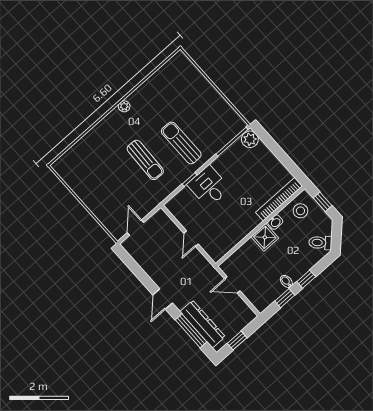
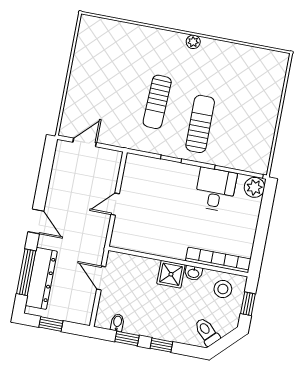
desk: (209, 186) -> (215, 190), moved
bidet: (286, 281) -> (117, 322), moved
door: (163, 299) -> (36, 221), swing flipped

